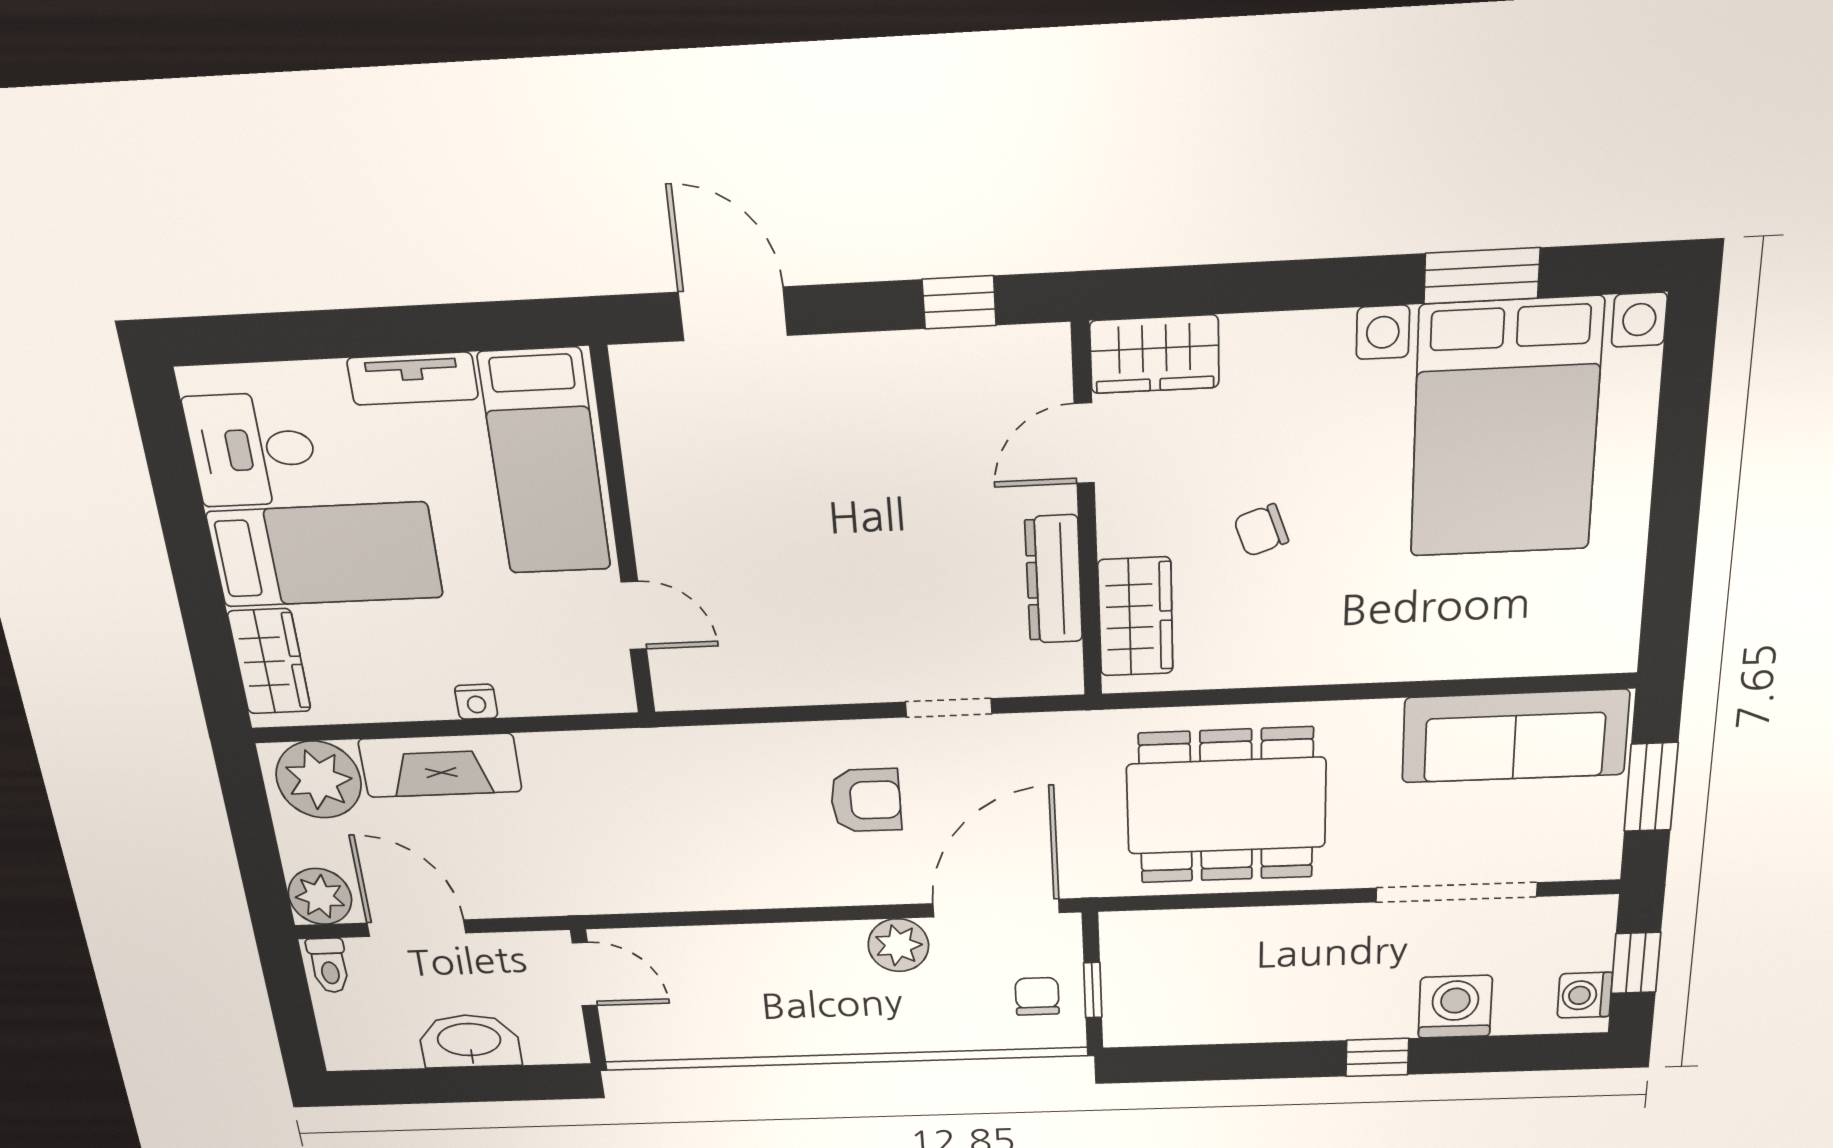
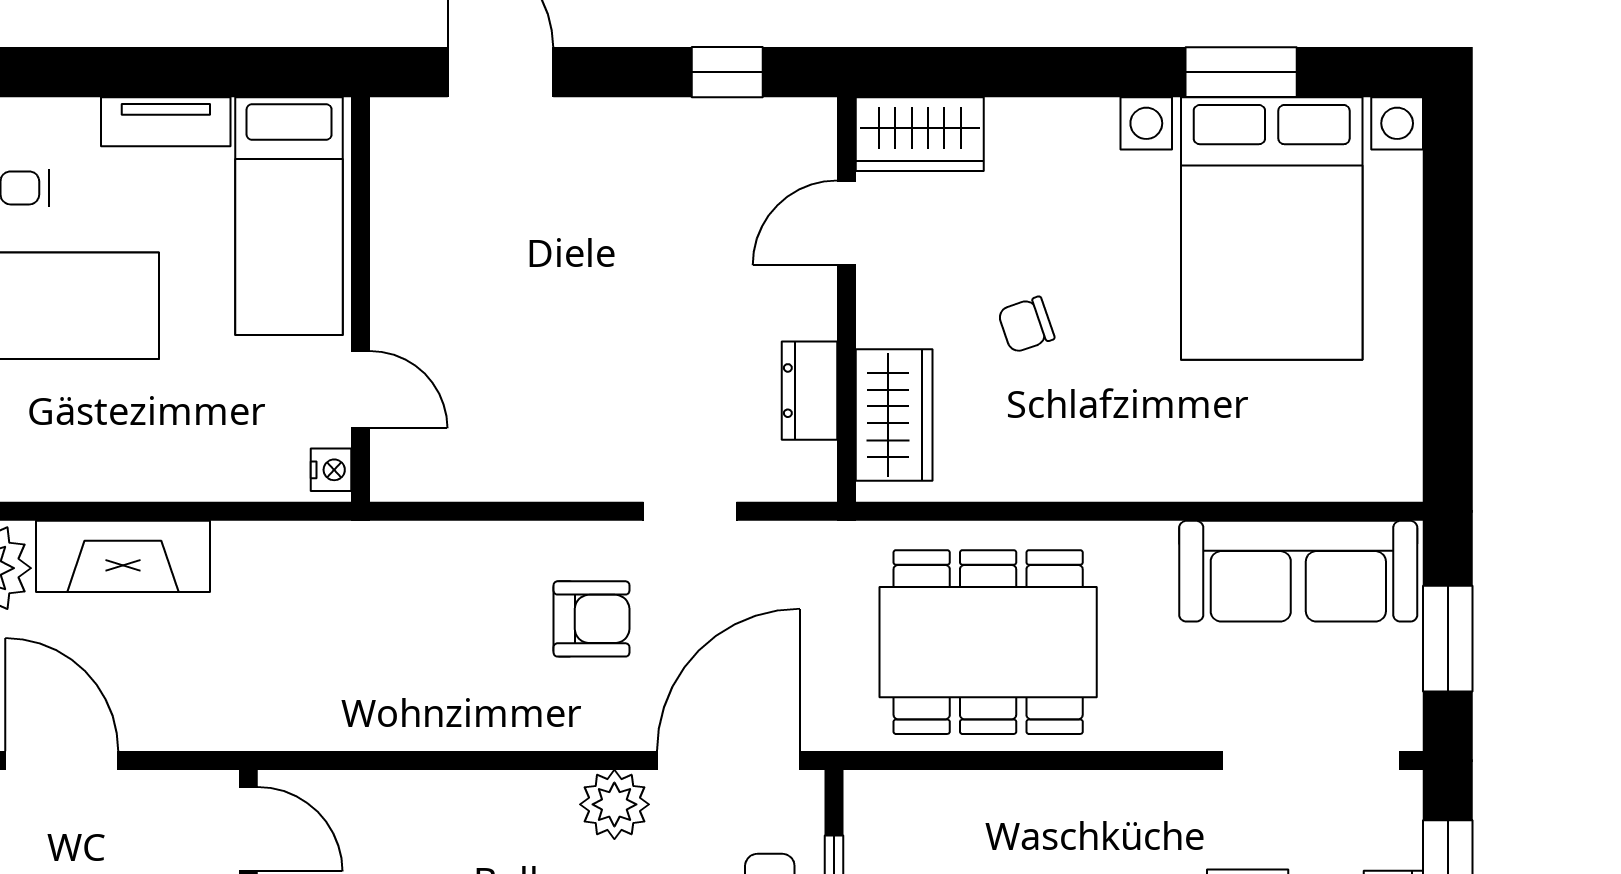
dresser: (1054, 579) -> (809, 391), width x0.70
nightstand: (476, 702) -> (331, 470), moved, turned -90
doorway: (1456, 892) -> (1311, 761), moved

